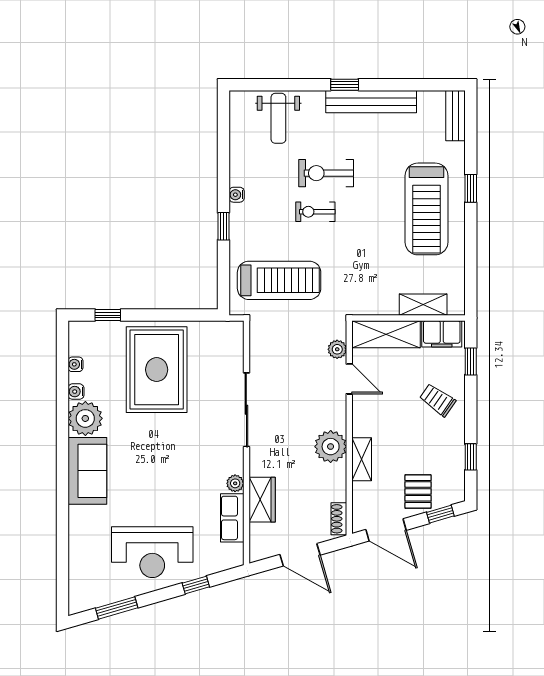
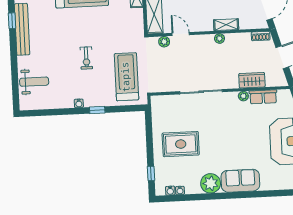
window: (345, 85) -> (12, 21), moved
exercise bike: (326, 173) -> (64, 53), removed
rug: (157, 370) -> (181, 144), width x0.73, depth x0.69
door: (349, 379) -> (181, 34), hinge flipped
water cooler: (76, 392) -> (170, 191), moved
plant: (331, 447) -> (220, 38), width x0.53, depth x0.53

